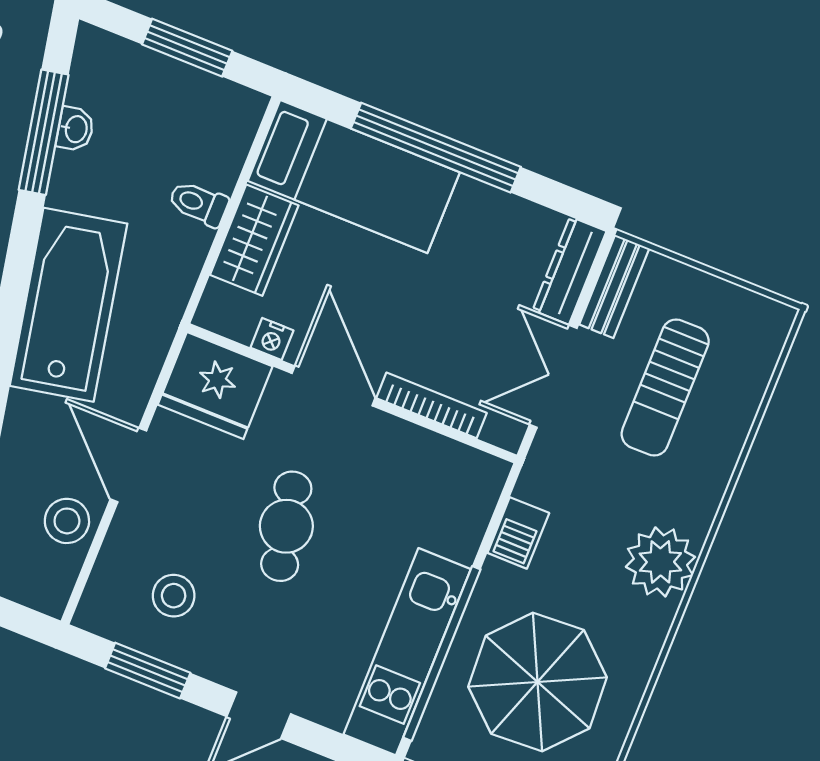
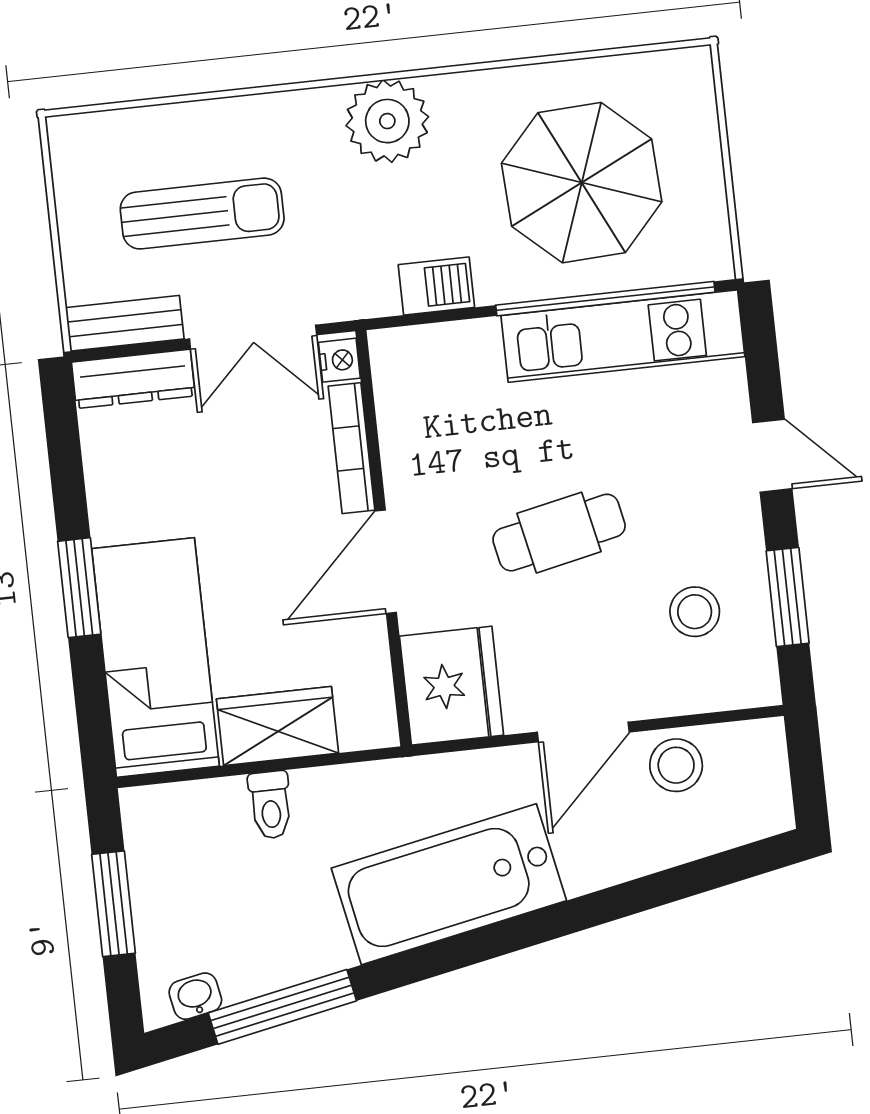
washbasin: (75, 129) -> (195, 996), moved
window: (436, 148) -> (79, 588), width x0.47
nightstand: (272, 339) -> (339, 360), moved

